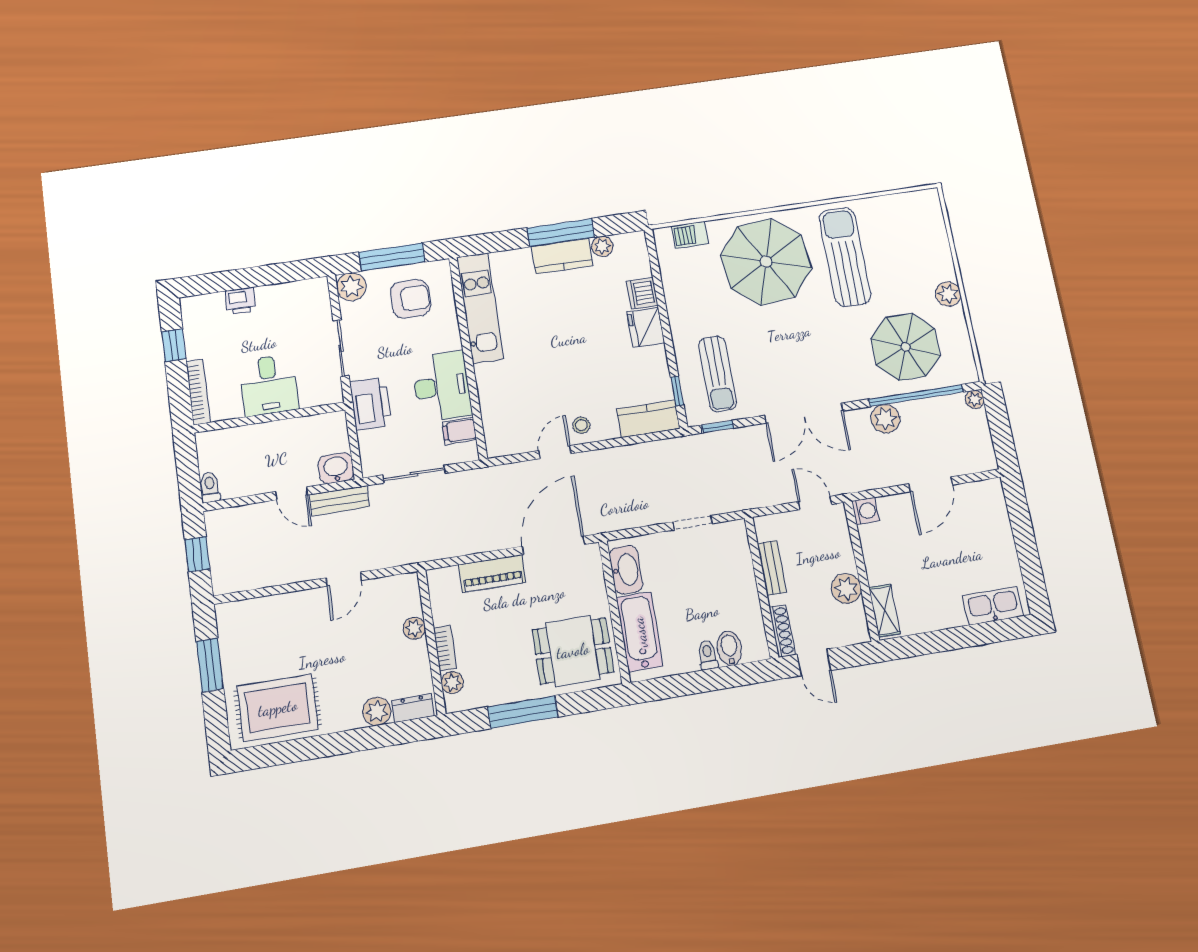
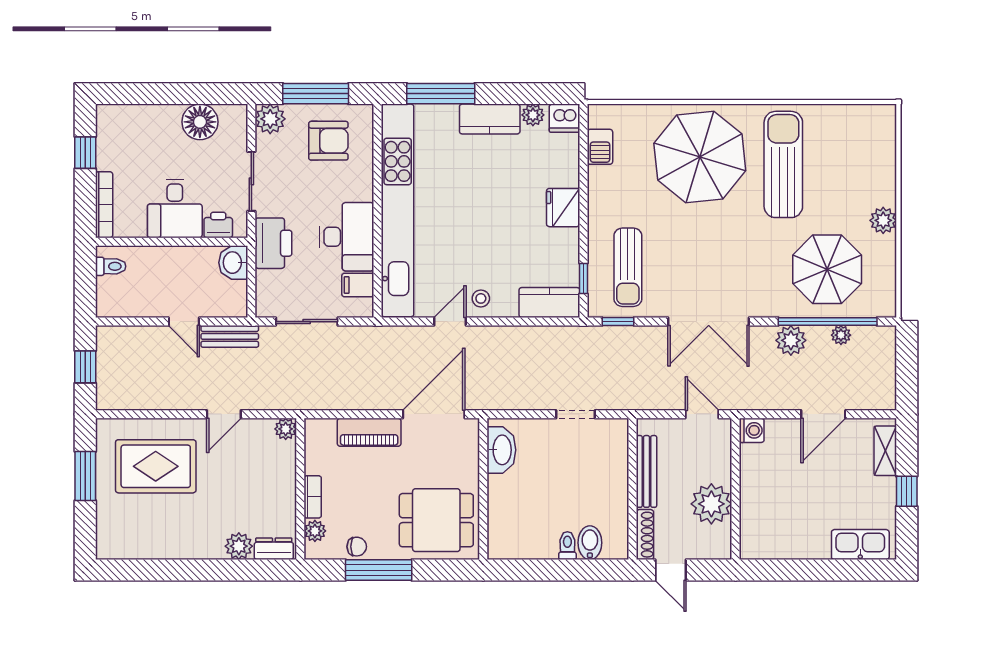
window: (561, 232) -> (441, 94), moved
barbecue: (690, 235) -> (600, 147), moved, turned -90
dishwasher: (642, 293) -> (565, 118), moved, turned -90
floor lamp: (283, 300) -> (200, 122), added
printer: (240, 301) -> (218, 225), moved, turned 180
kitchen unit: (480, 308) -> (398, 210), width x1.86
plant: (975, 399) -> (841, 335), moved
washbasin: (336, 468) -> (233, 263), moved, turned -90
toilet: (210, 487) -> (111, 266), moved, turned 90
window: (1026, 546) -> (907, 491), added
bench: (772, 568) -> (646, 471), width x1.36
plant: (846, 589) -> (711, 504), width x1.36, depth x1.36
shelving: (885, 610) -> (885, 451), moved
plant: (414, 628) -> (286, 429), moved
bathtub: (640, 632) -> (504, 512), removed
chair: (497, 691) -> (357, 547), added
rug: (278, 708) -> (156, 466), moved

